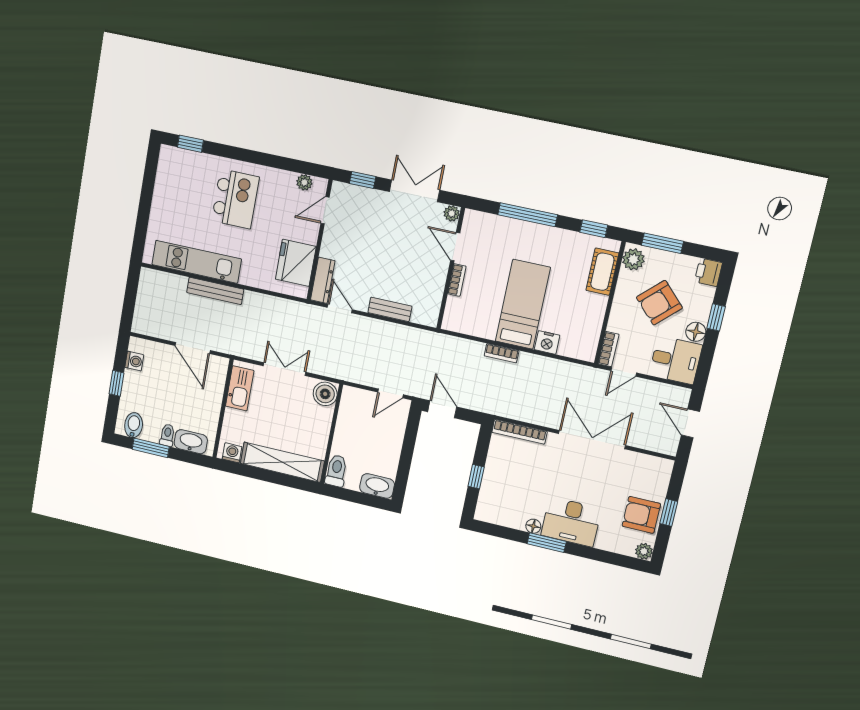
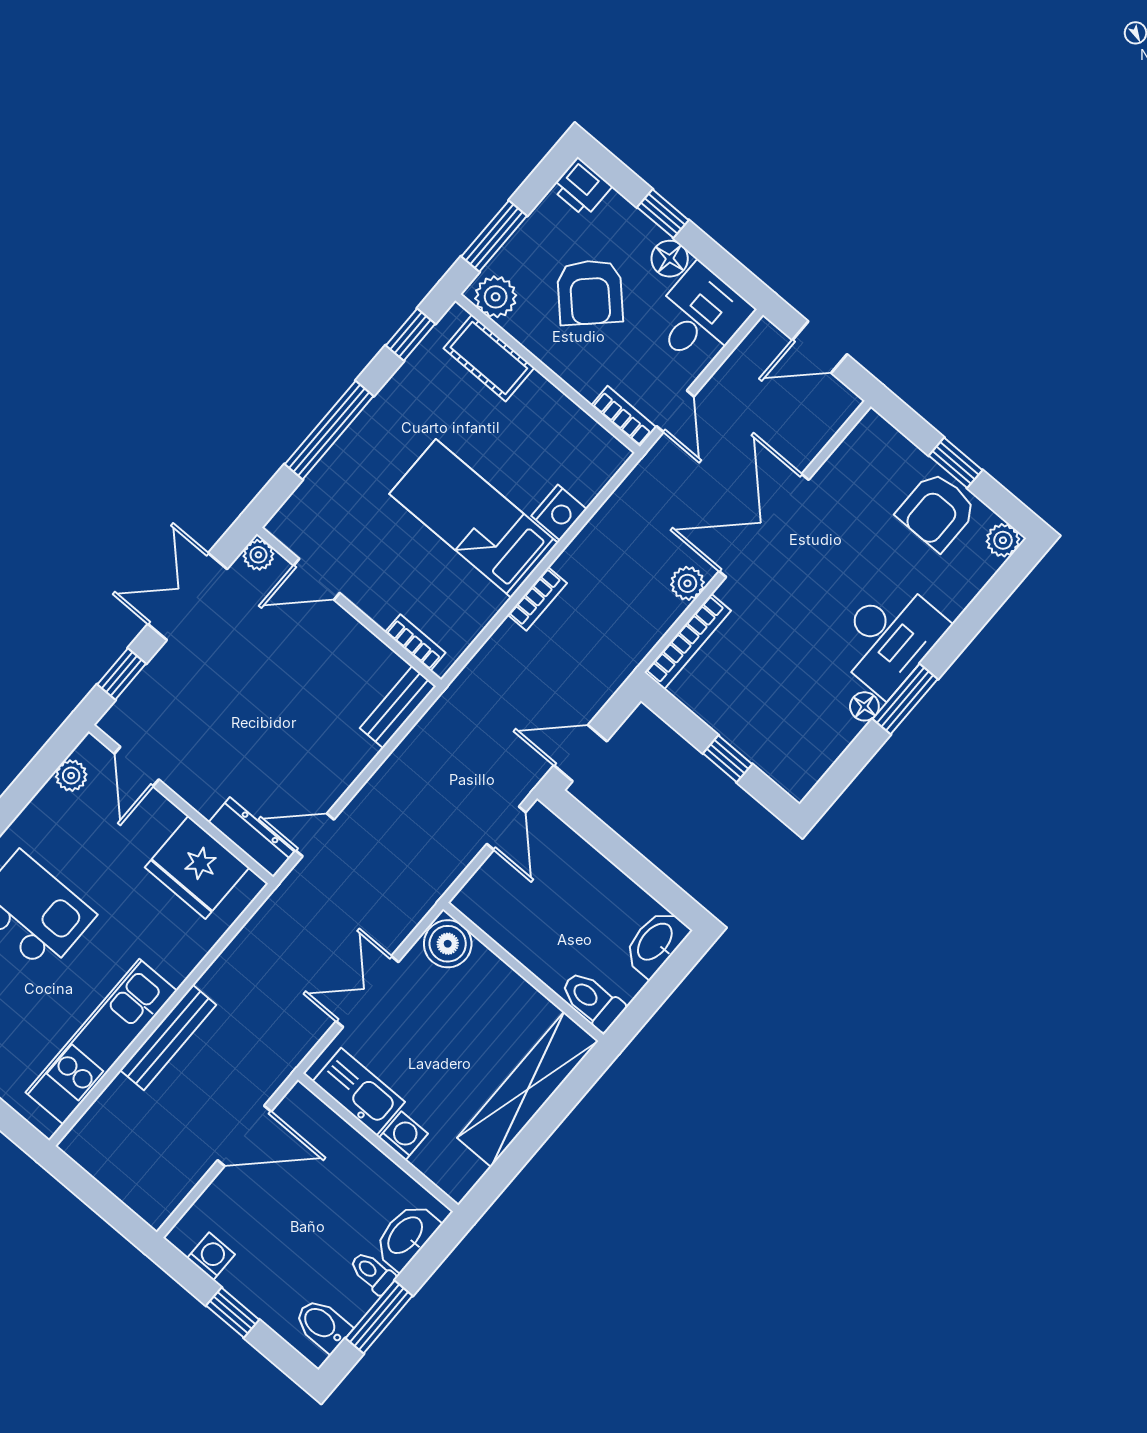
bookcase: (457, 280) -> (415, 642), moved
bench: (390, 309) -> (398, 707), moved
plant: (546, 418) -> (687, 583), added
washing machine: (232, 453) -> (403, 1136), moved, turned 90

